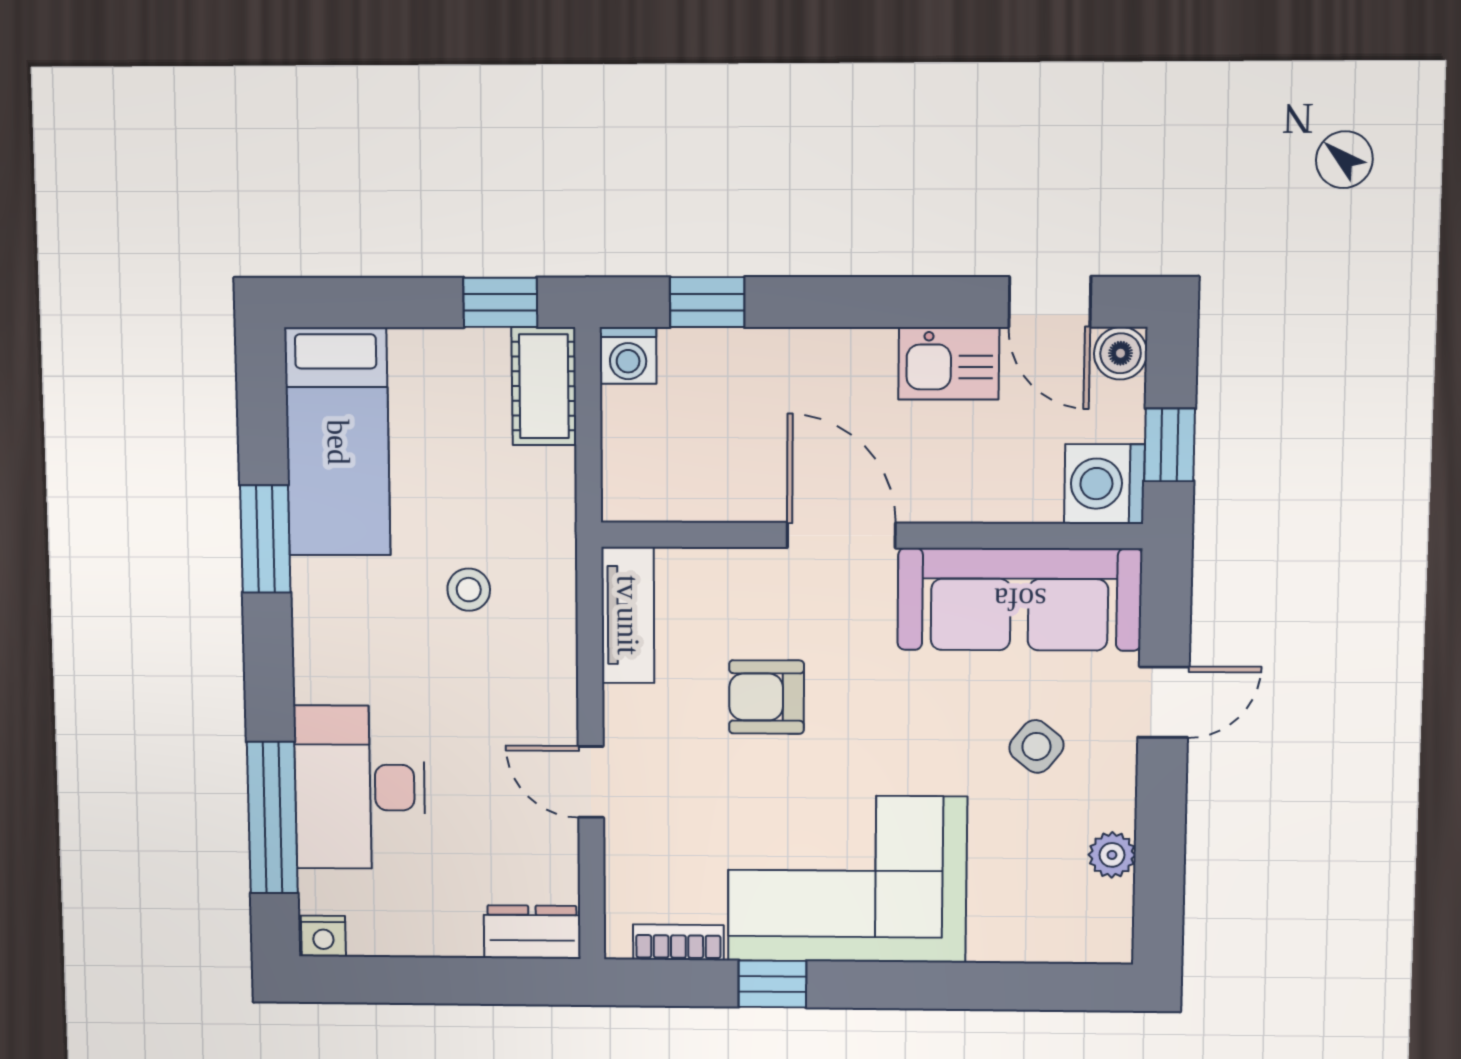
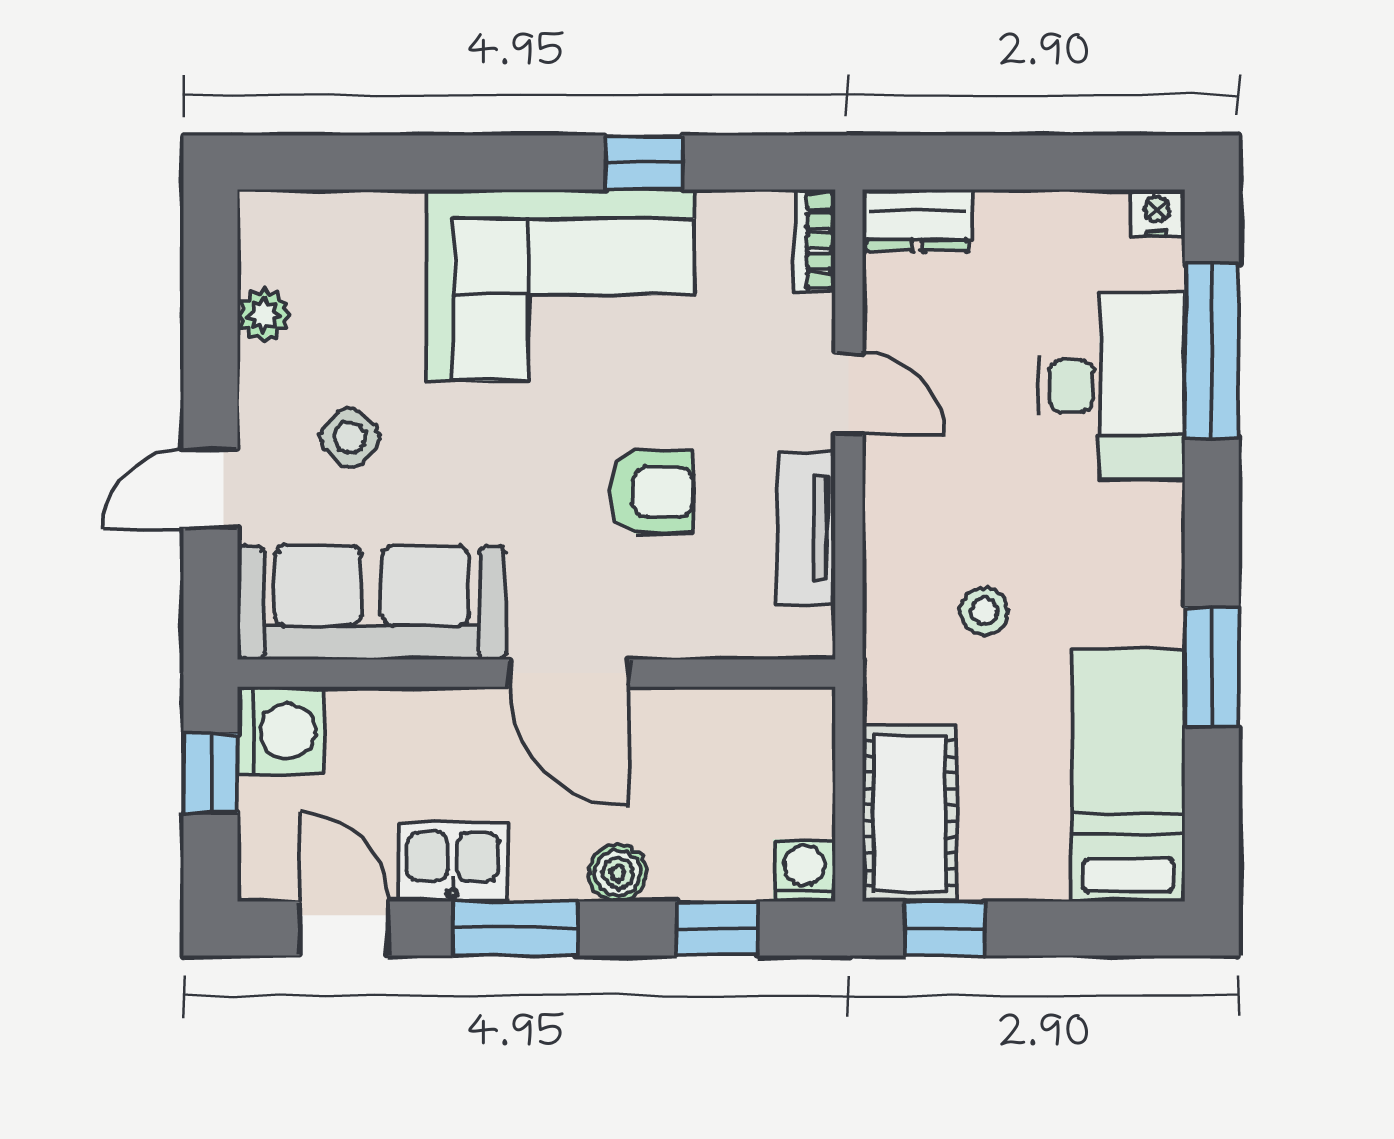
window: (892, 302) -> (515, 928), added
boiler: (1121, 353) -> (618, 873), moved
cot: (544, 386) -> (909, 813), width x1.37, depth x1.34
tv unit: (628, 615) -> (806, 528), moved
bookcase: (678, 942) -> (815, 241), moved, turned 90

